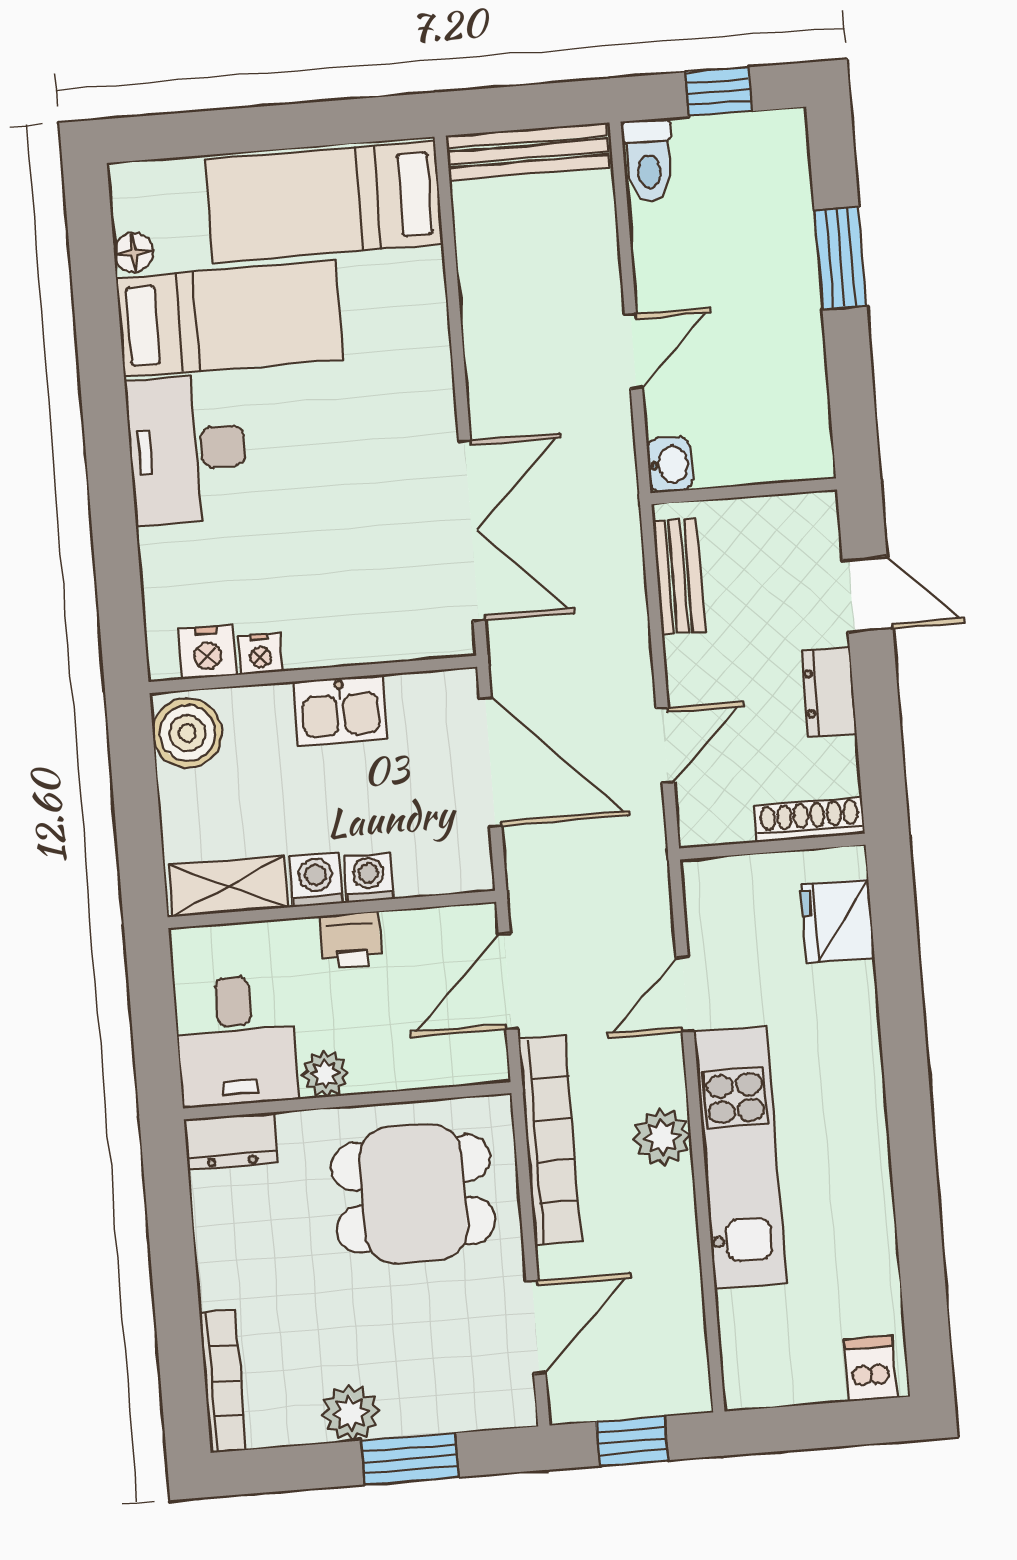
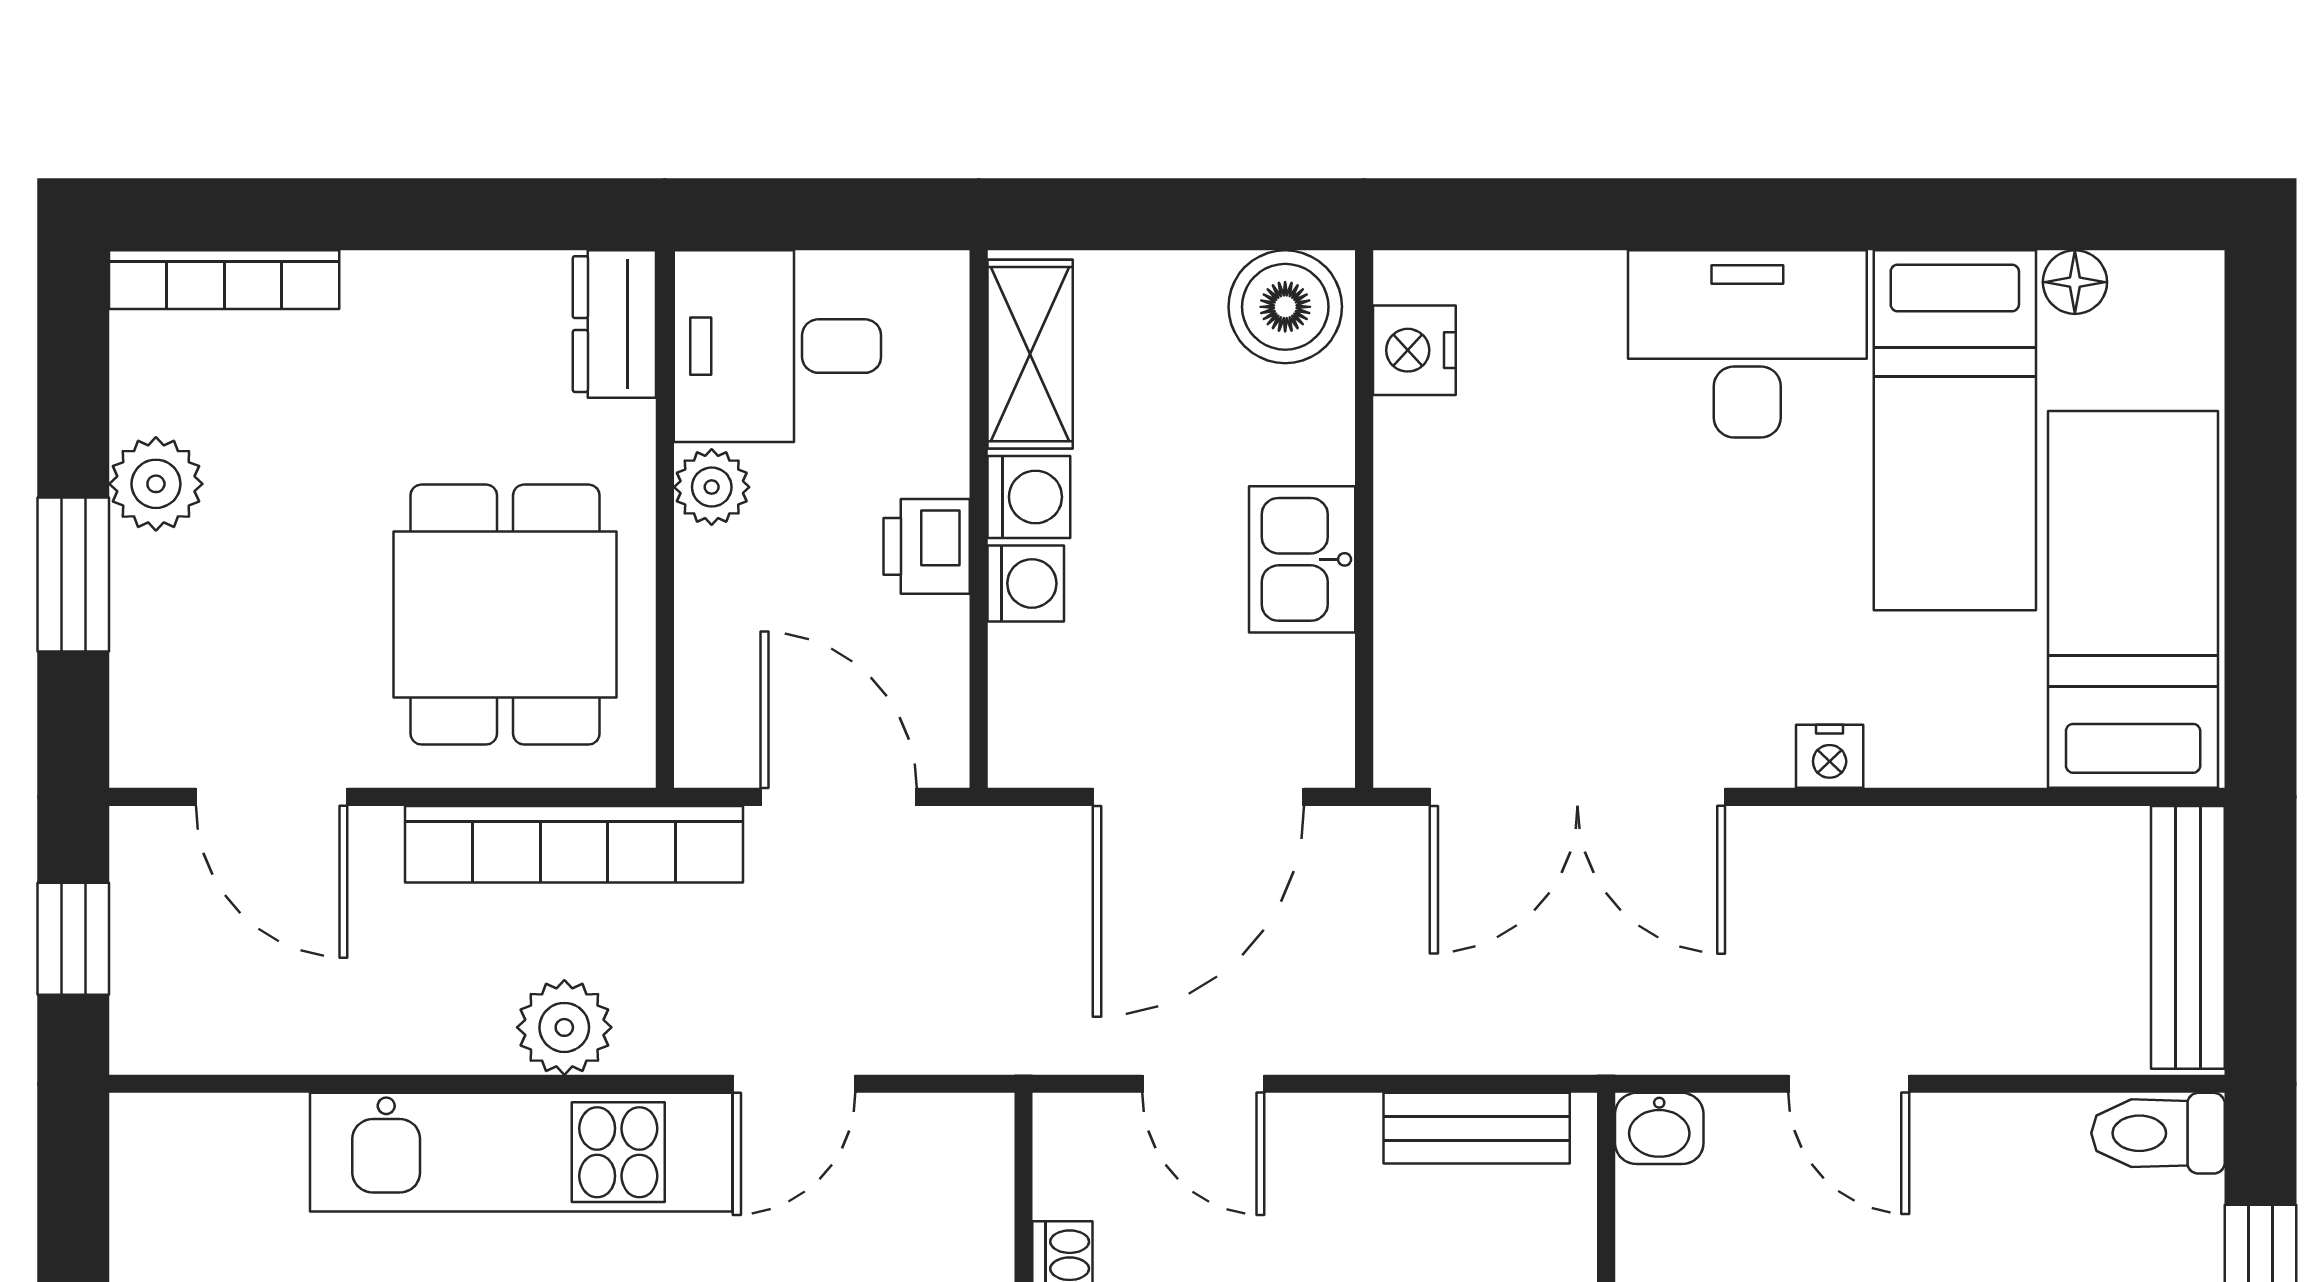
nightstand: (260, 654) -> (1830, 756), moved, turned -90
door: (685, 994) -> (794, 1084), swing flipped

